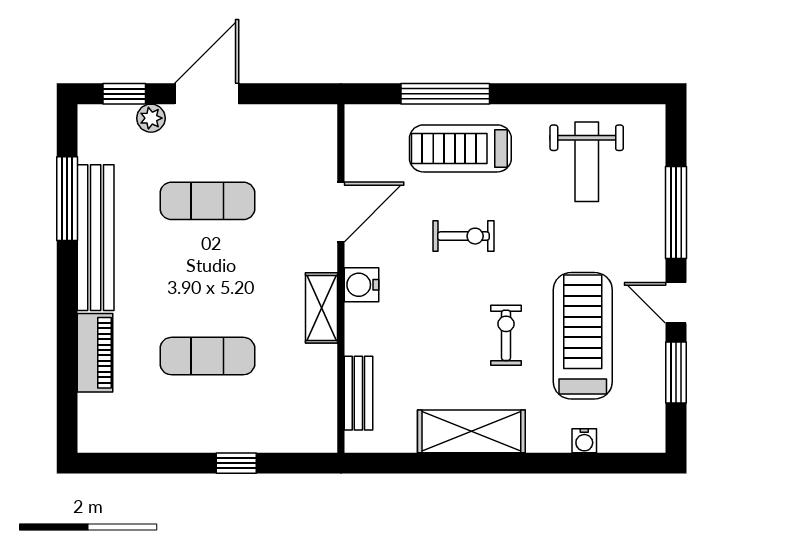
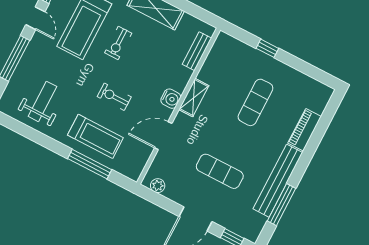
plant: (151, 118) -> (158, 186), moved
exercise mat: (207, 356) -> (255, 102), turned 90

